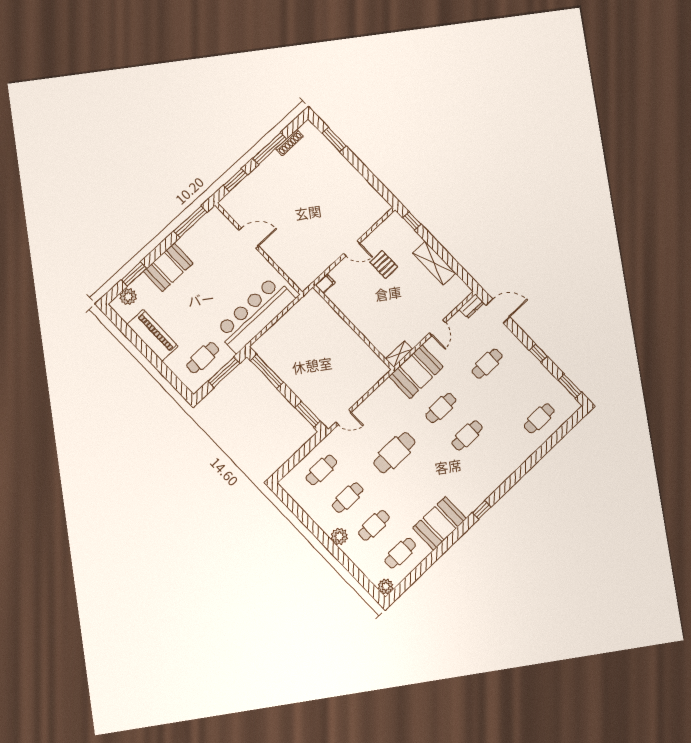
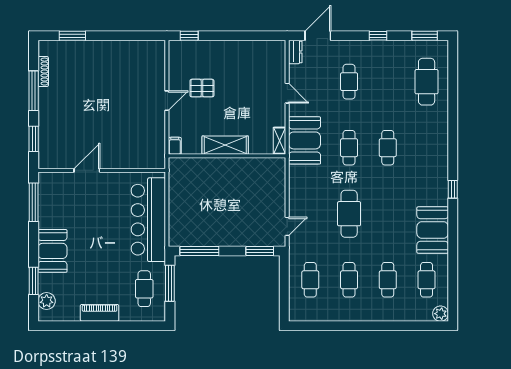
shelving: (434, 263) -> (225, 145), moved
piano: (153, 335) -> (100, 313), width x0.73, depth x0.75
cafe table: (539, 418) -> (427, 82), width x1.37, depth x1.35
plant: (339, 536) -> (372, 313), removed

